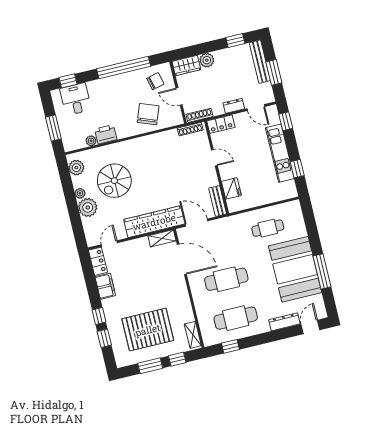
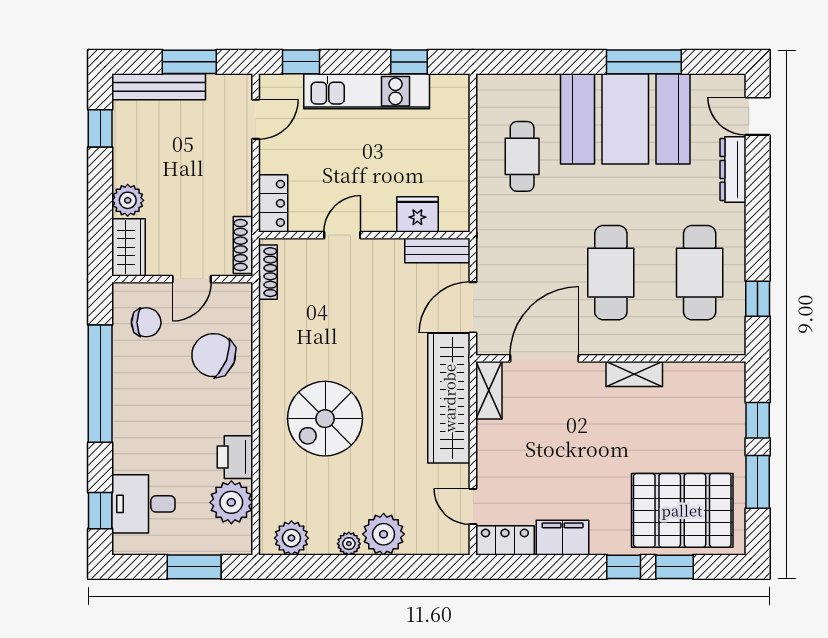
chair: (155, 81) -> (146, 322), turned 104
dresser: (234, 106) -> (240, 166), removed
plant: (91, 141) -> (231, 502), width x1.87, depth x1.87
spiral stairs: (114, 181) -> (325, 419), moved, turned 90
pallet: (148, 330) -> (682, 510), moved, turned 90
shelving: (193, 335) -> (634, 374), moved

